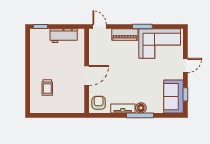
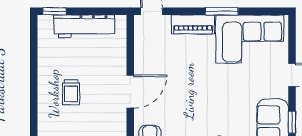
workbench: (64, 36) -> (84, 26), width x1.37
trolley: (47, 88) -> (71, 92), moved

